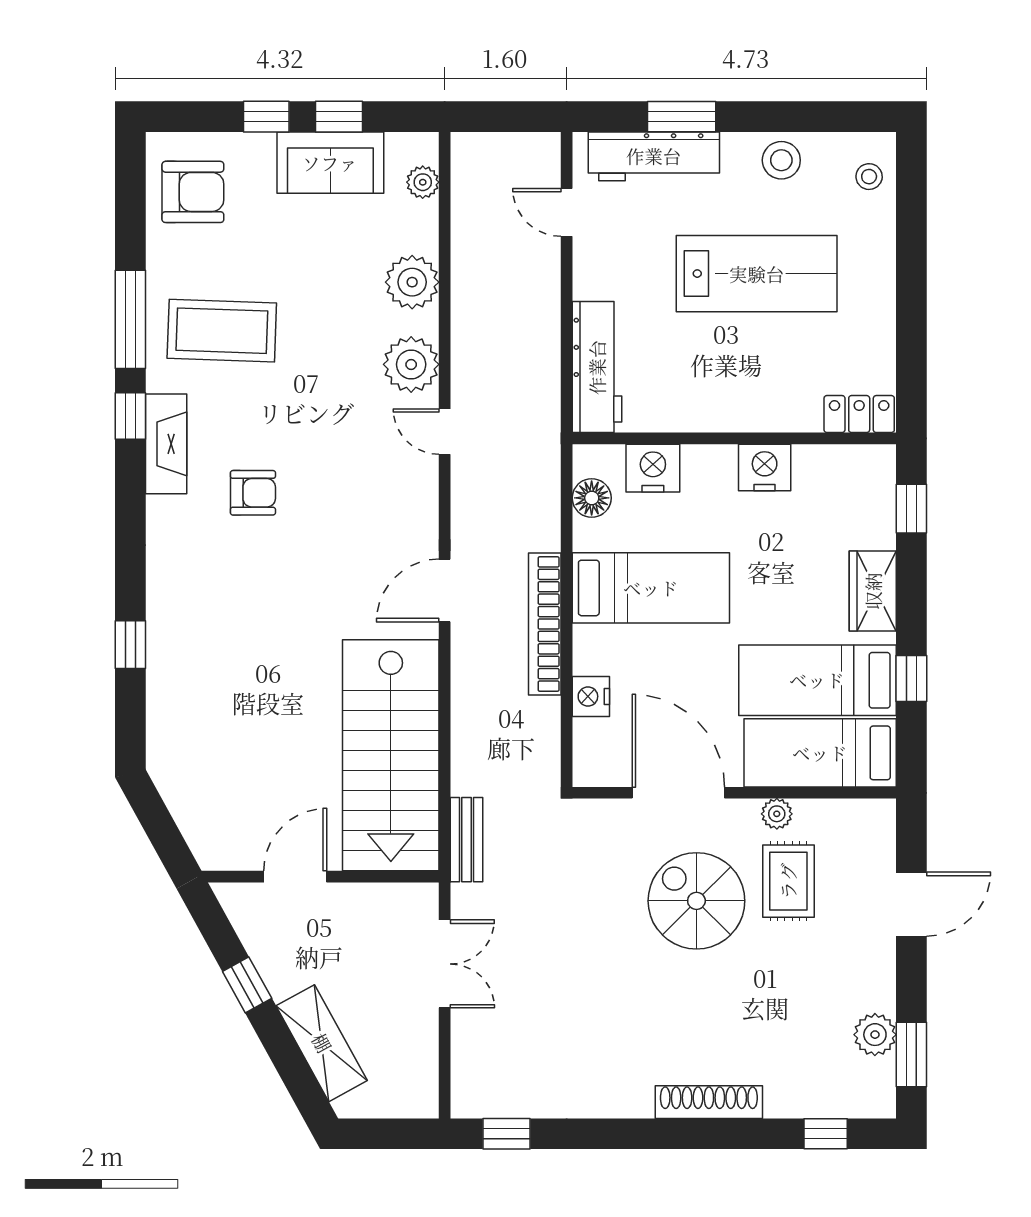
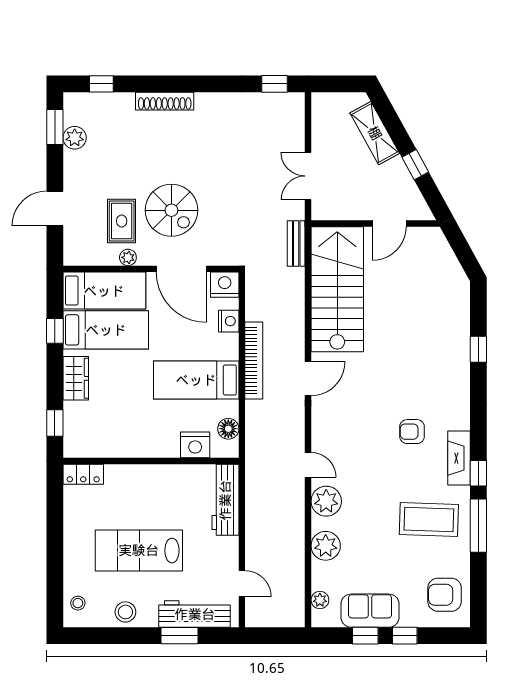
nightstand: (765, 468) -> (225, 285), moved, turned 180

